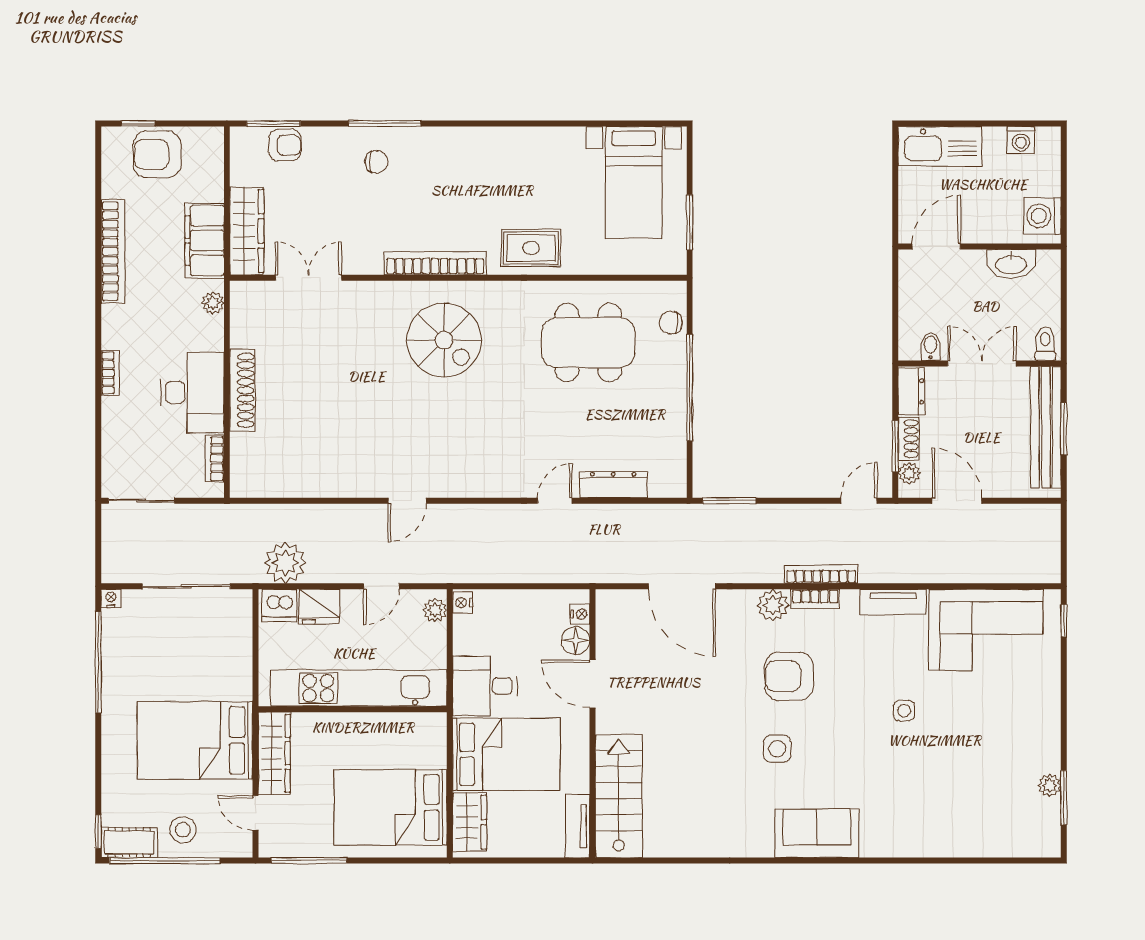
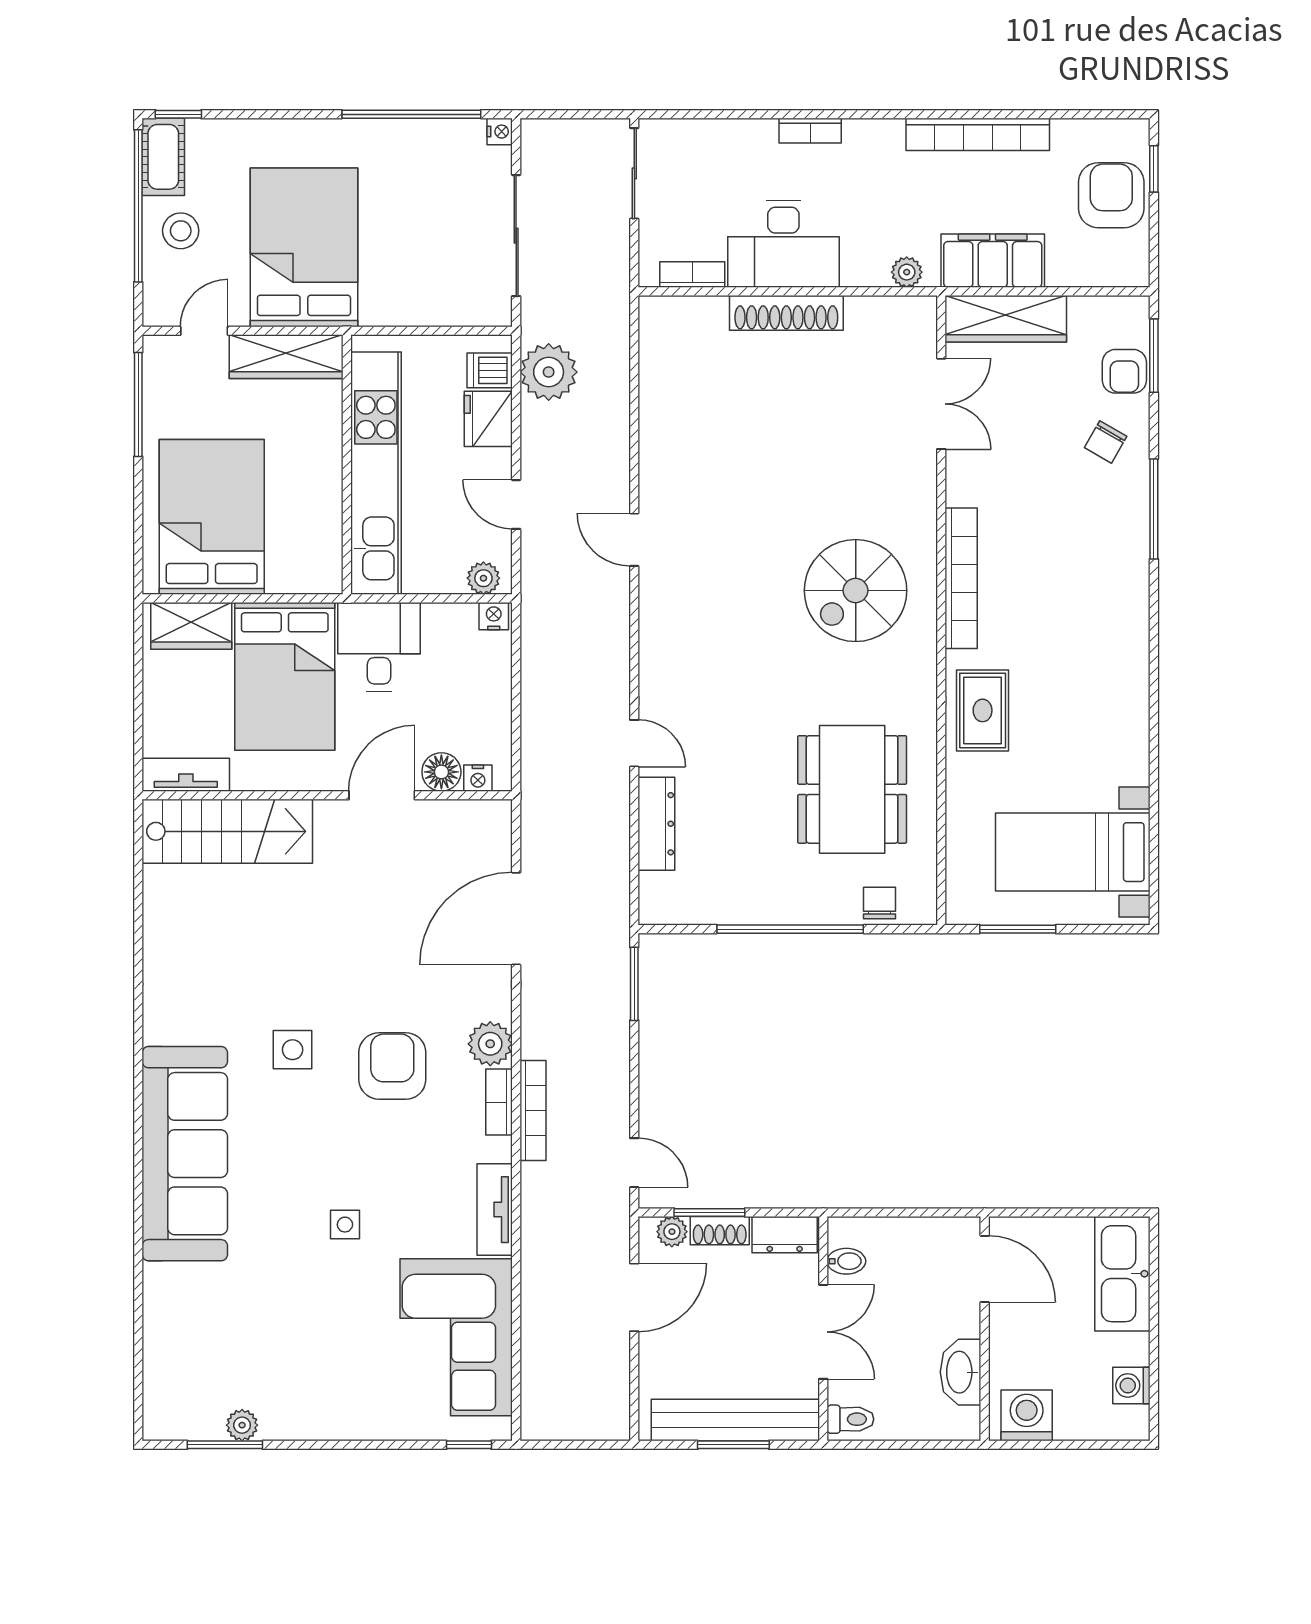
chair: (376, 162) -> (1106, 442), moved, turned 30
dishwasher: (279, 606) -> (490, 370), width x0.73
sofa: (817, 833) -> (185, 1154), width x1.85, depth x1.27

